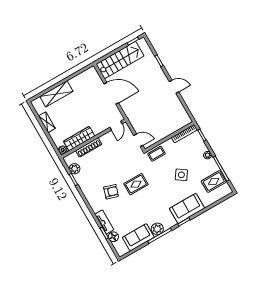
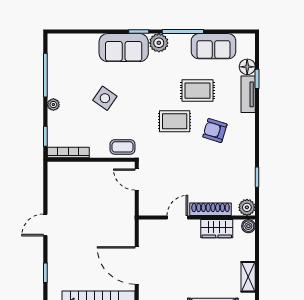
door: (174, 87) -> (45, 225), hinge flipped
door: (116, 126) -> (177, 218), moved
wardrobe: (79, 139) -> (217, 229), width x0.67
plant: (75, 169) -> (247, 207), moved
rug: (214, 181) -> (197, 91), moved
plant: (157, 229) -> (159, 43), moved

